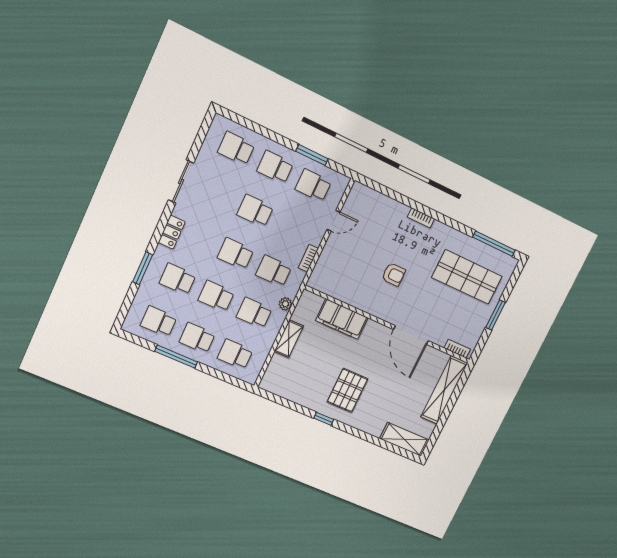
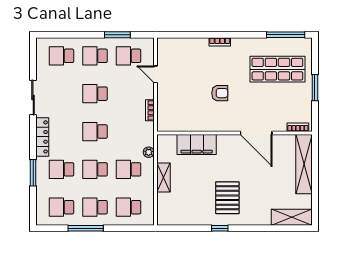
door: (334, 221) -> (155, 74), swing flipped
locker: (172, 232) -> (42, 137), width x1.53
school desk: (274, 271) -> (129, 132), removed

